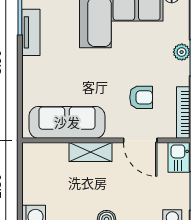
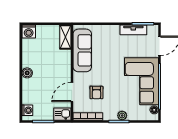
shelving: (90, 152) -> (65, 37), moved

